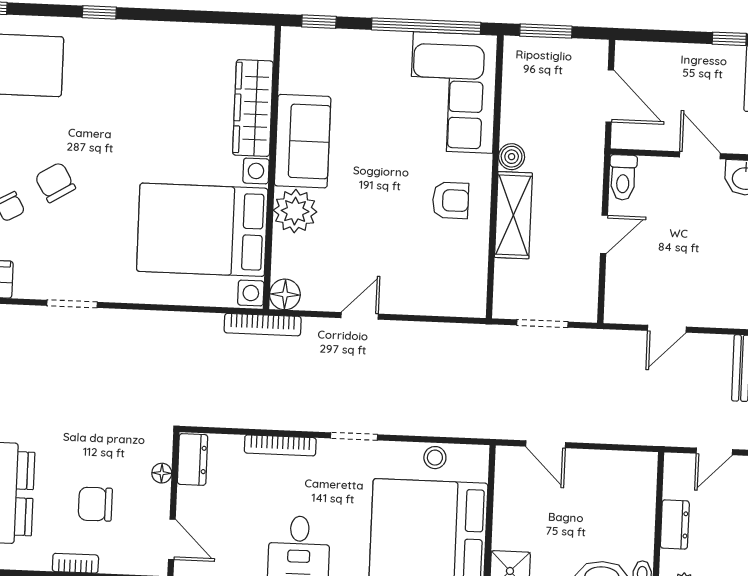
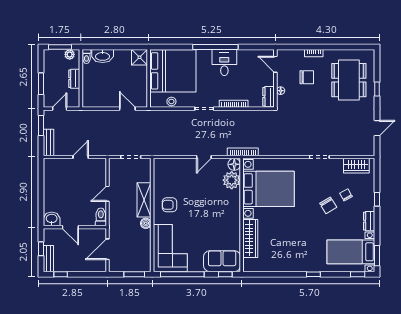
door: (610, 96) -> (107, 249), hinge flipped
sofa: (303, 141) -> (222, 261), moved, turned 90
plant: (295, 211) -> (232, 180), moved

